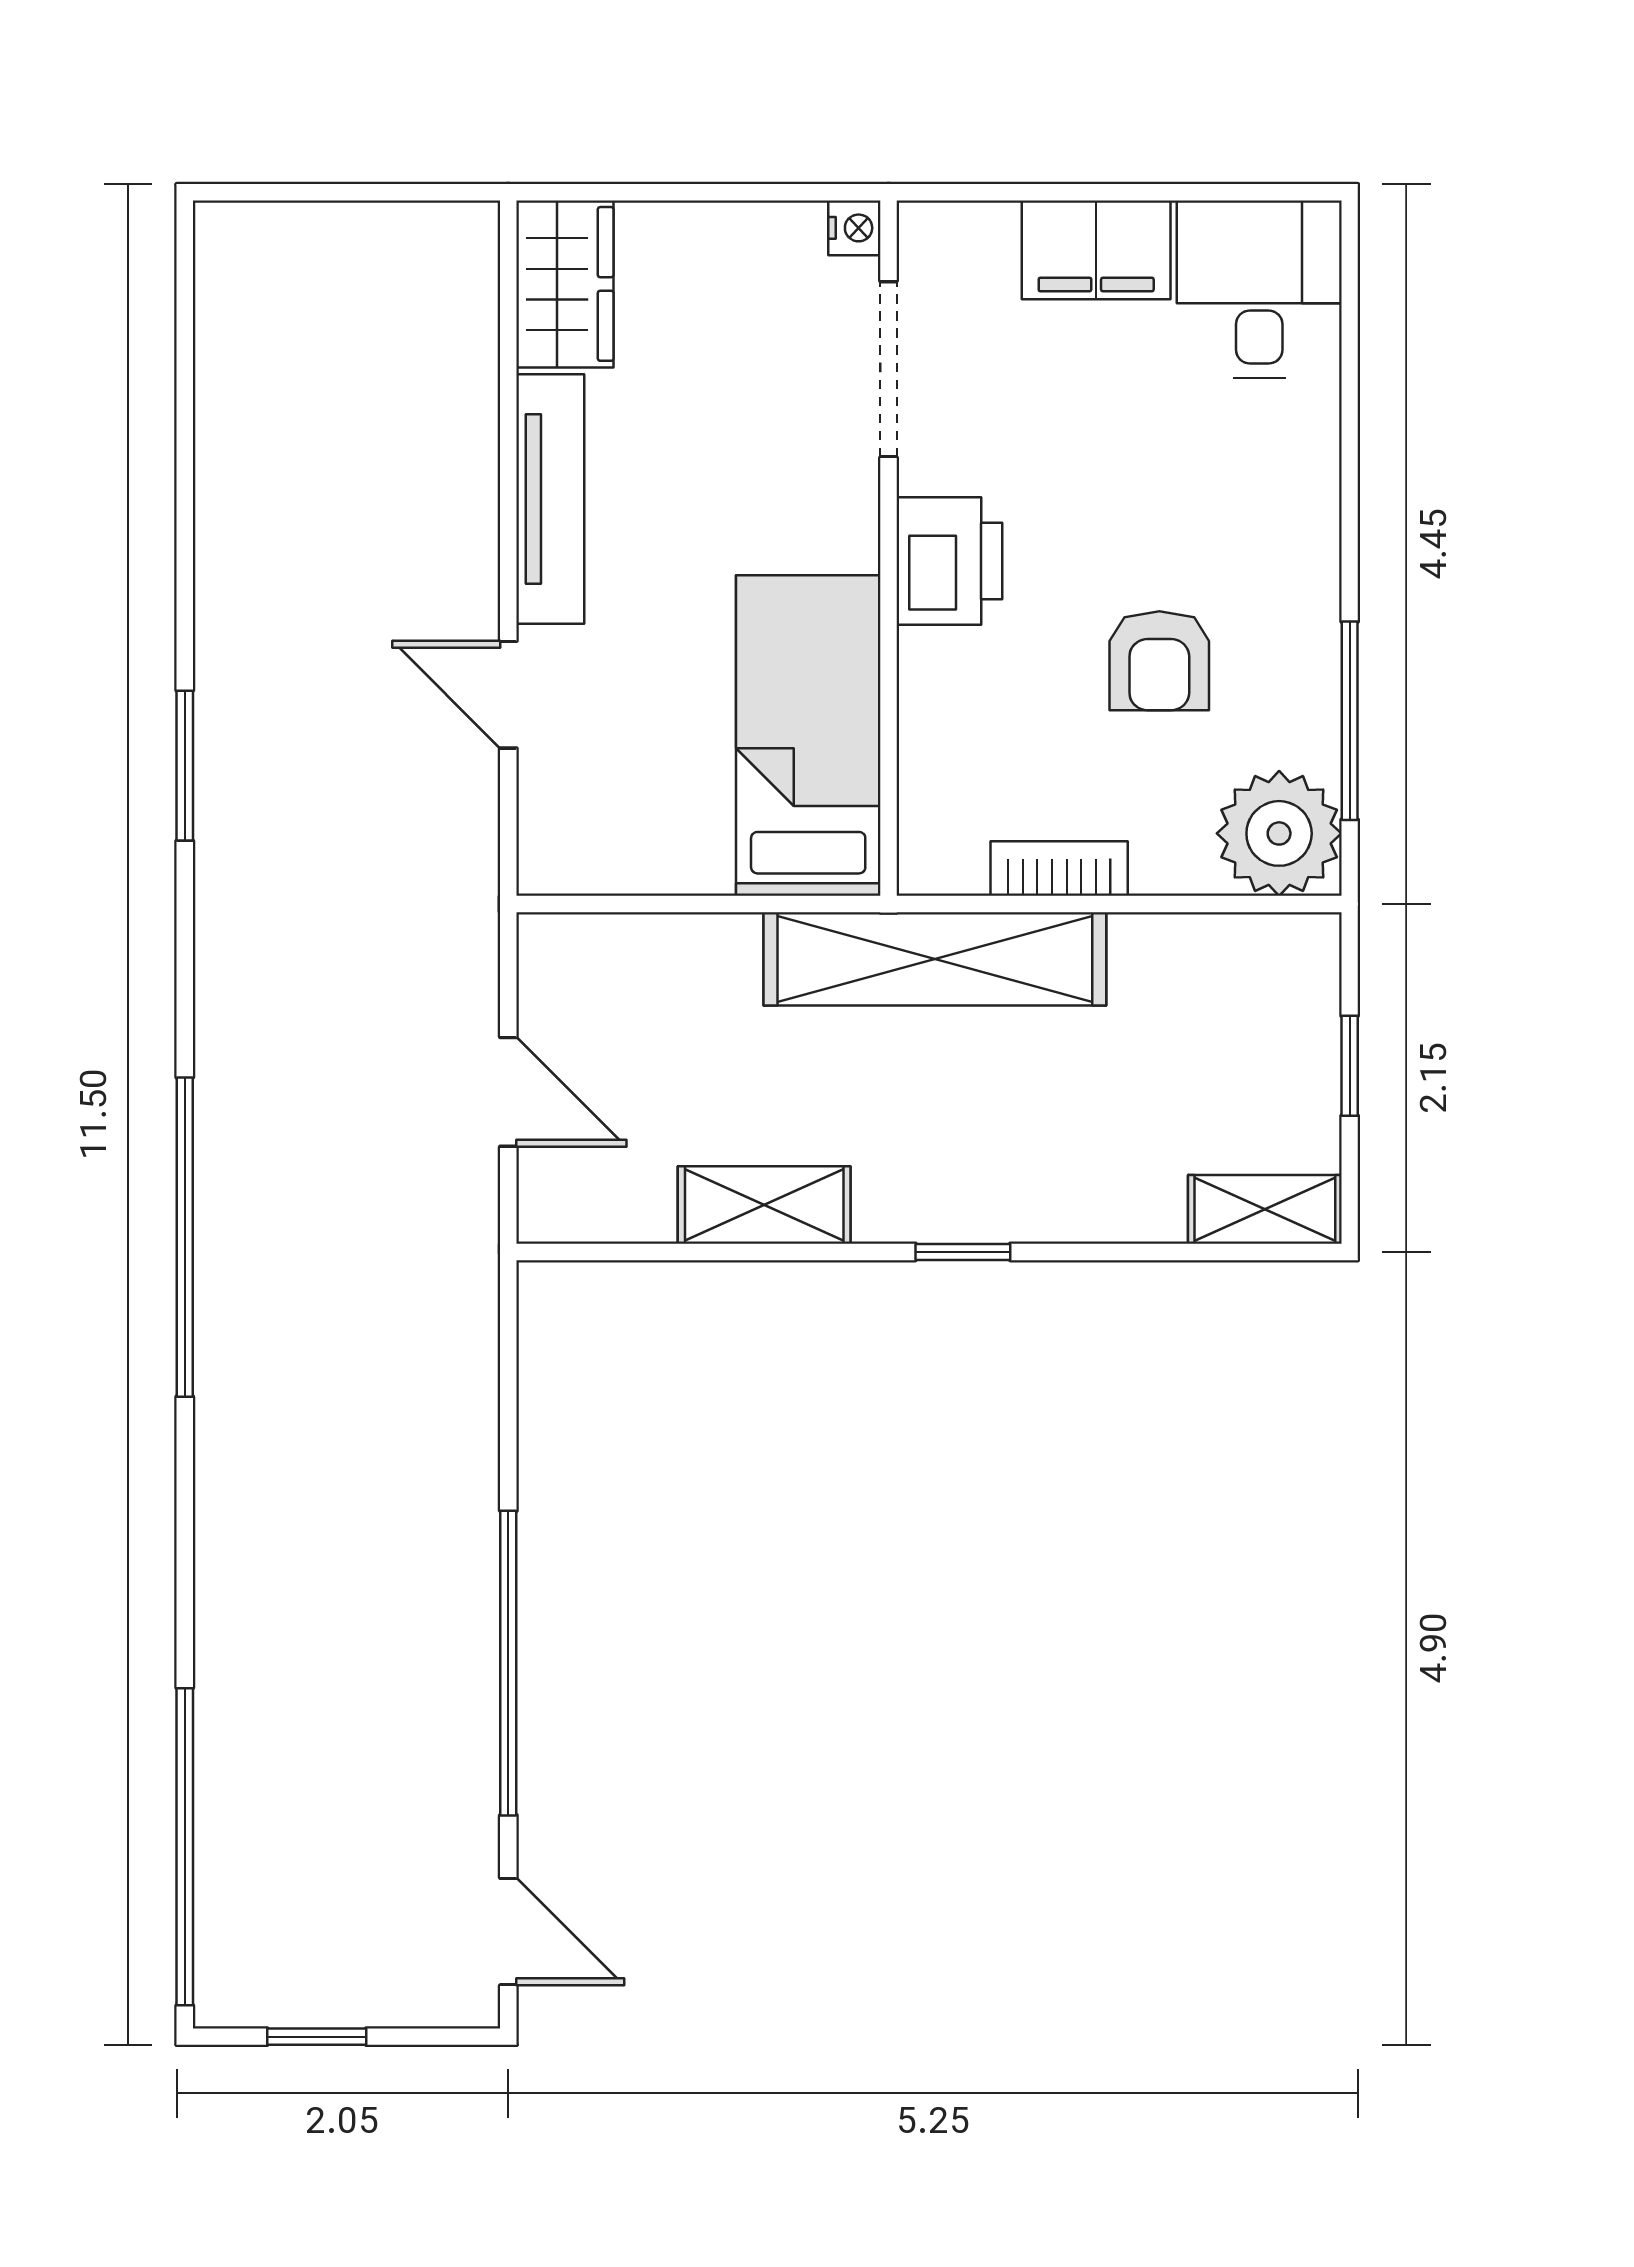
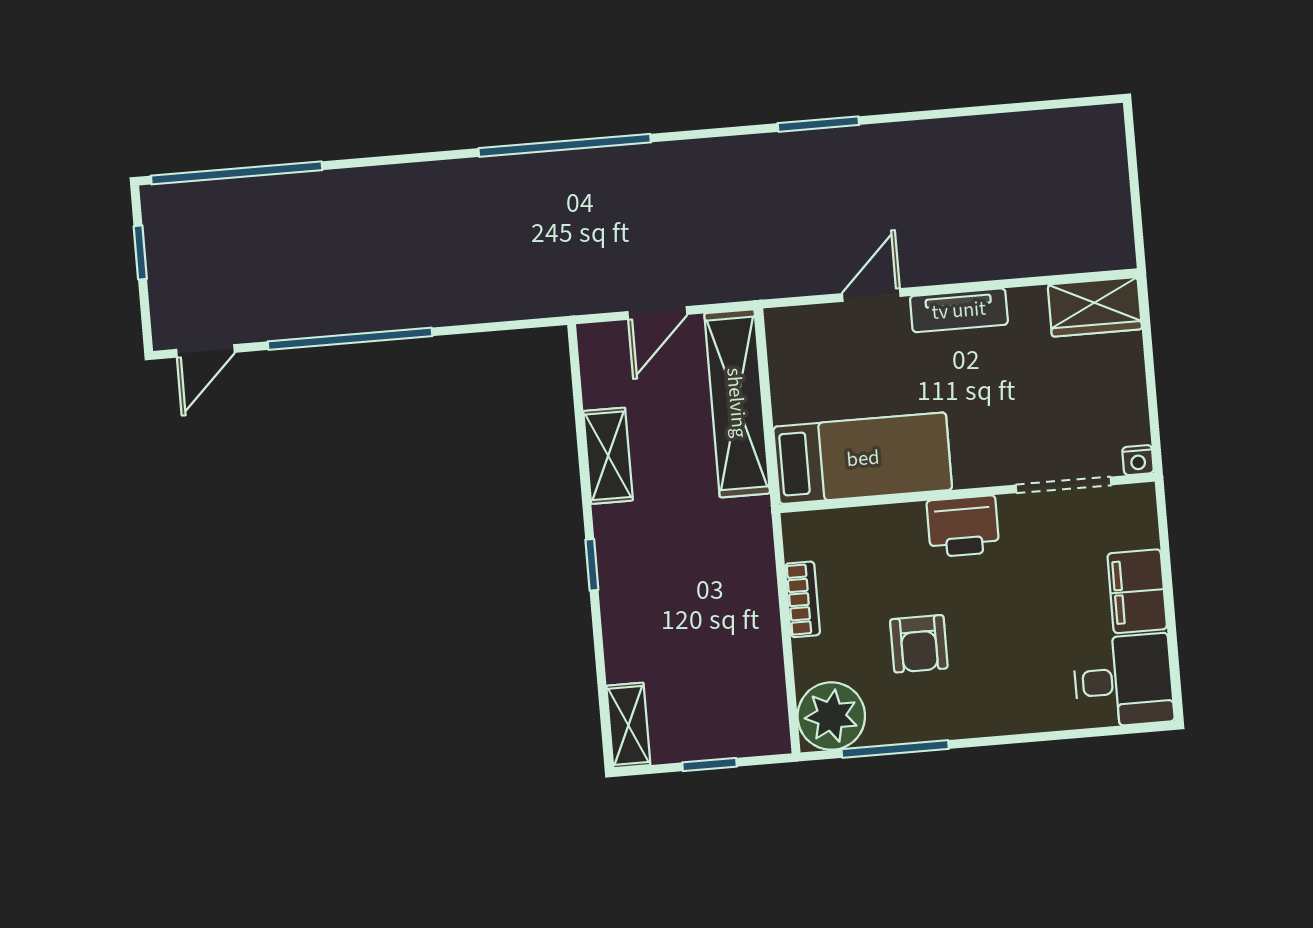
tv unit: (550, 499) -> (959, 310), width x0.71
armchair: (1159, 661) -> (919, 644), turned -90
shelving: (935, 959) -> (737, 403), moved

